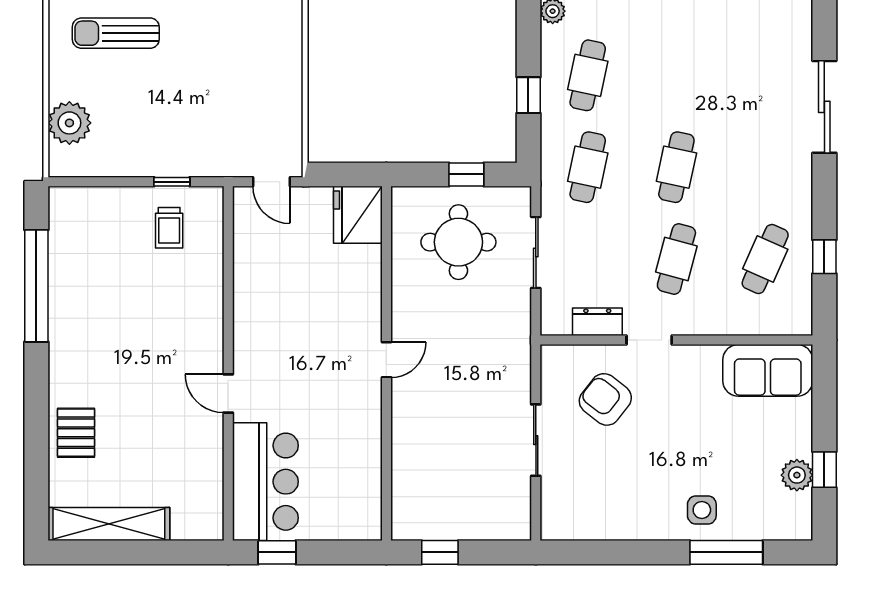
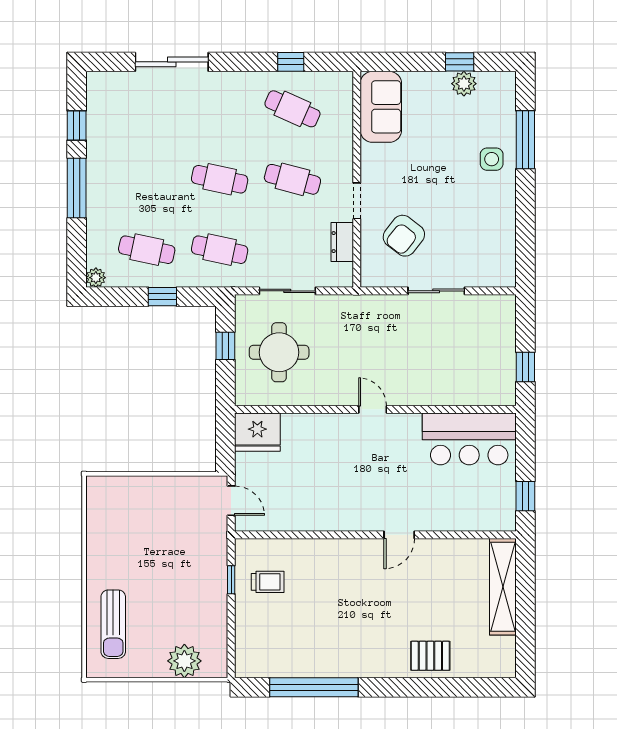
door: (271, 182) -> (231, 501), hinge flipped
bar counter: (265, 482) -> (469, 439), moved, turned 180
shelving: (109, 524) -> (503, 587), moved

